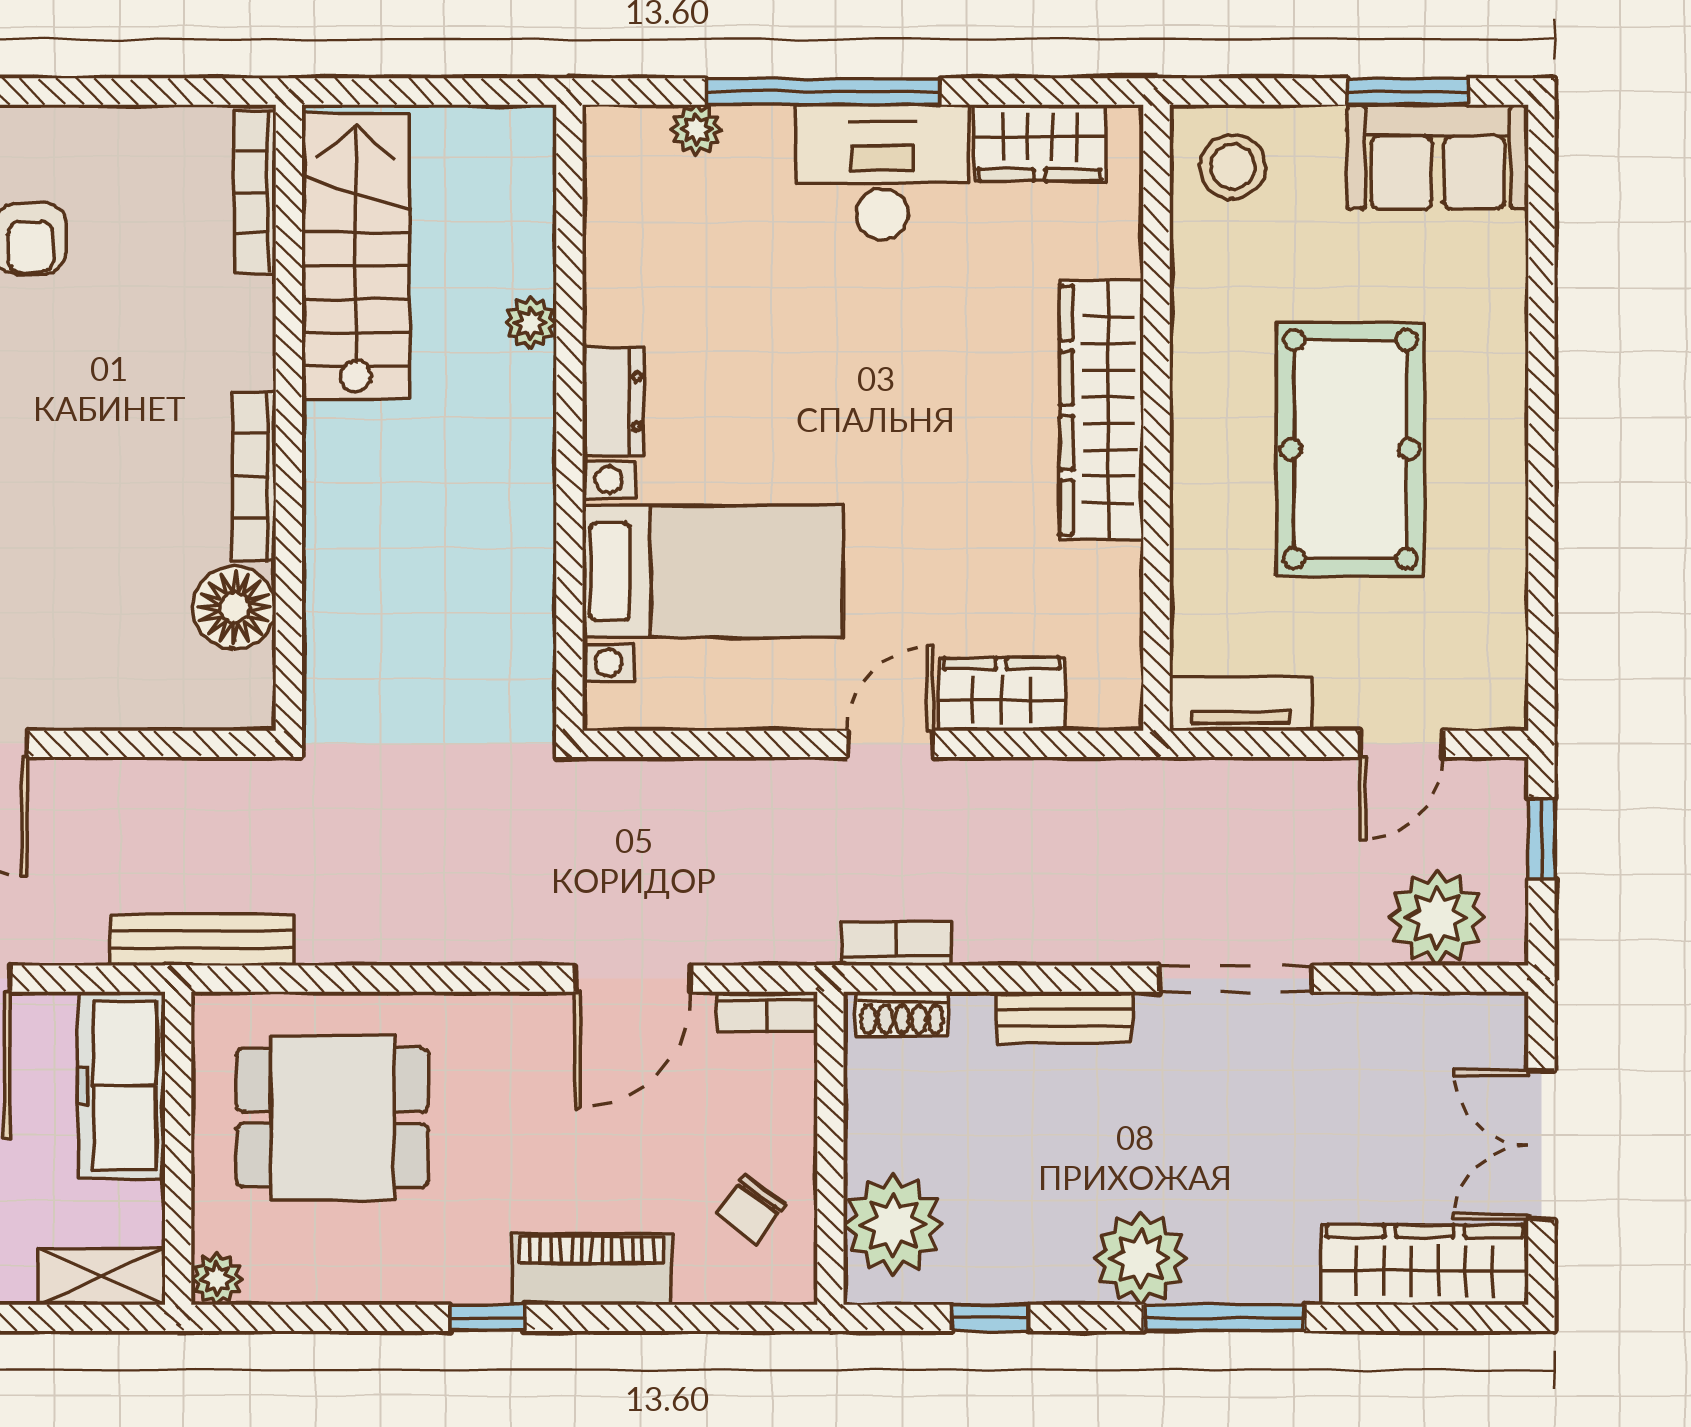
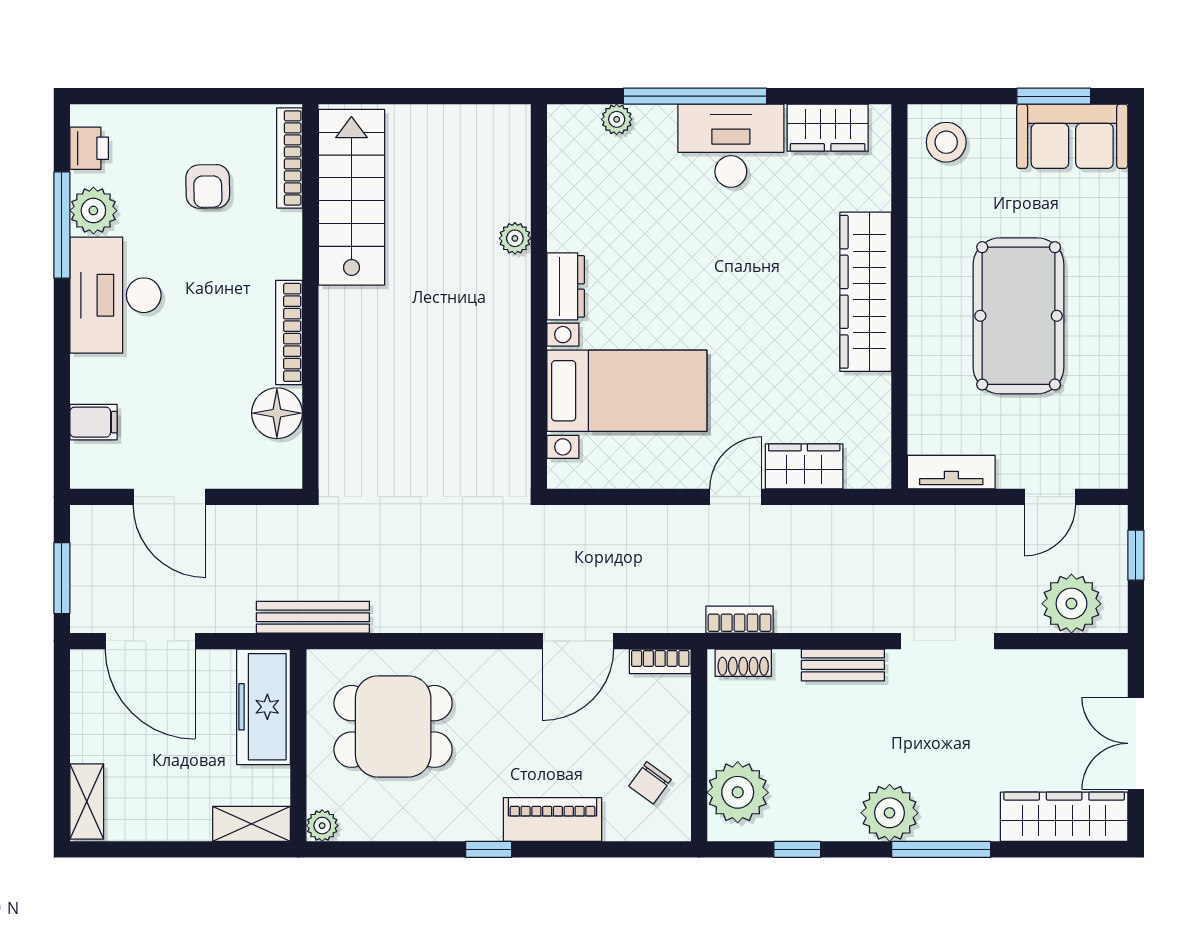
bookcase: (255, 192) -> (290, 158), moved
stairs: (356, 256) -> (351, 197), moved
wall: (289, 418) -> (310, 296), moved
bookcase: (254, 476) -> (289, 332), moved
floor lamp: (235, 608) -> (277, 413), moved

